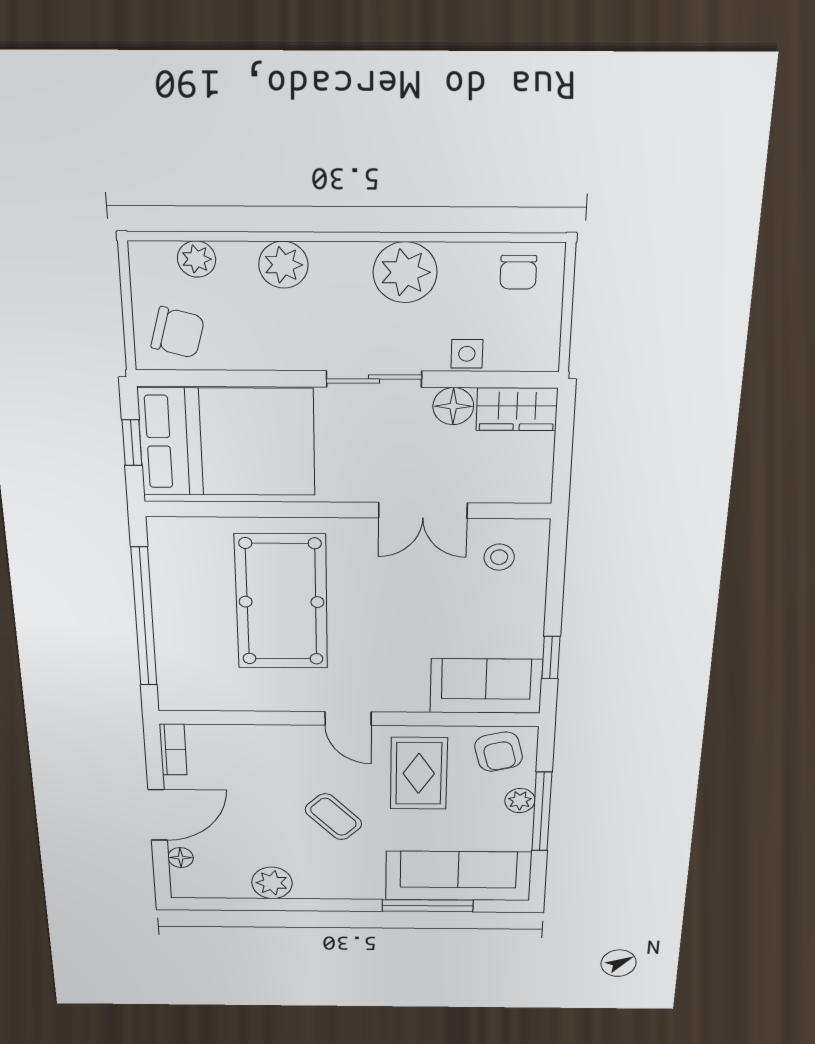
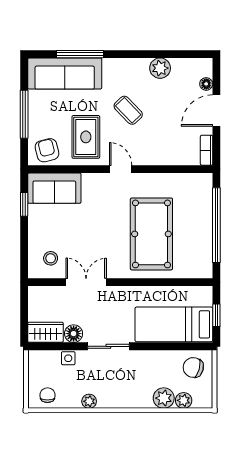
plant: (283, 265) -> (164, 398), moved
plant: (405, 272) -> (89, 401), width x0.53, depth x0.53
bed: (227, 442) -> (174, 324), width x0.67
plant: (520, 801) -> (35, 121), removed

